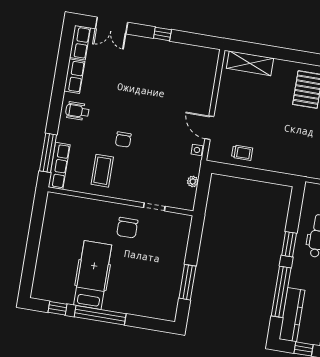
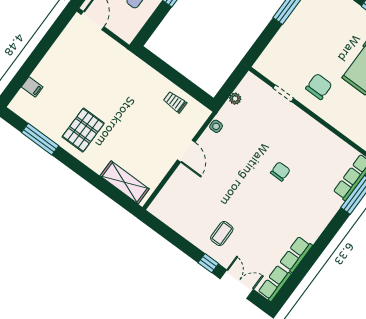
window: (162, 34) -> (208, 263), moved
wheelchair: (77, 111) -> (310, 220), removed
door: (209, 128) -> (186, 151), moved
coffee table: (102, 171) -> (222, 233), moved, width x0.73, depth x0.77

